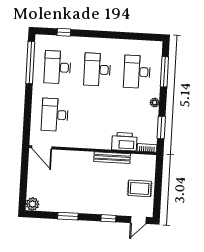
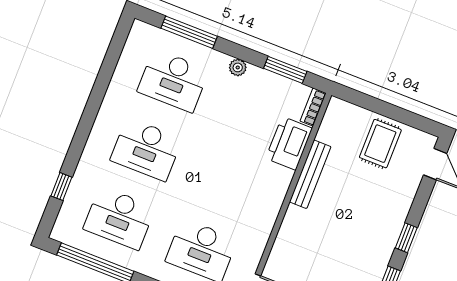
window: (108, 218) -> (406, 238), moved

